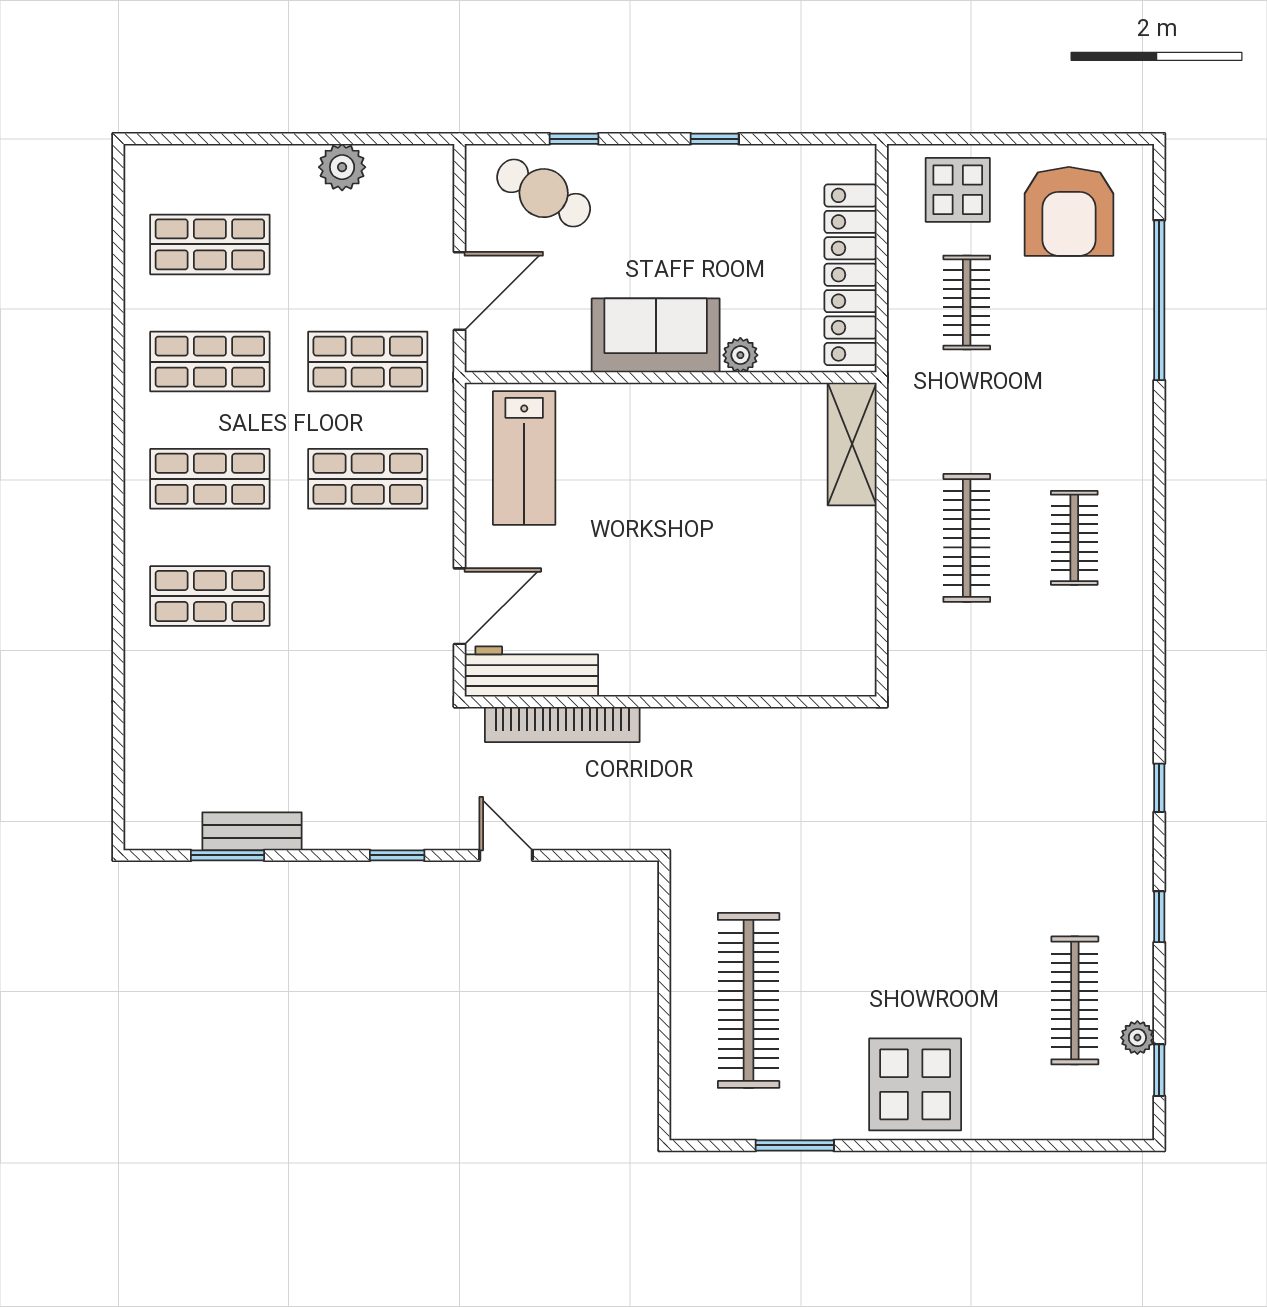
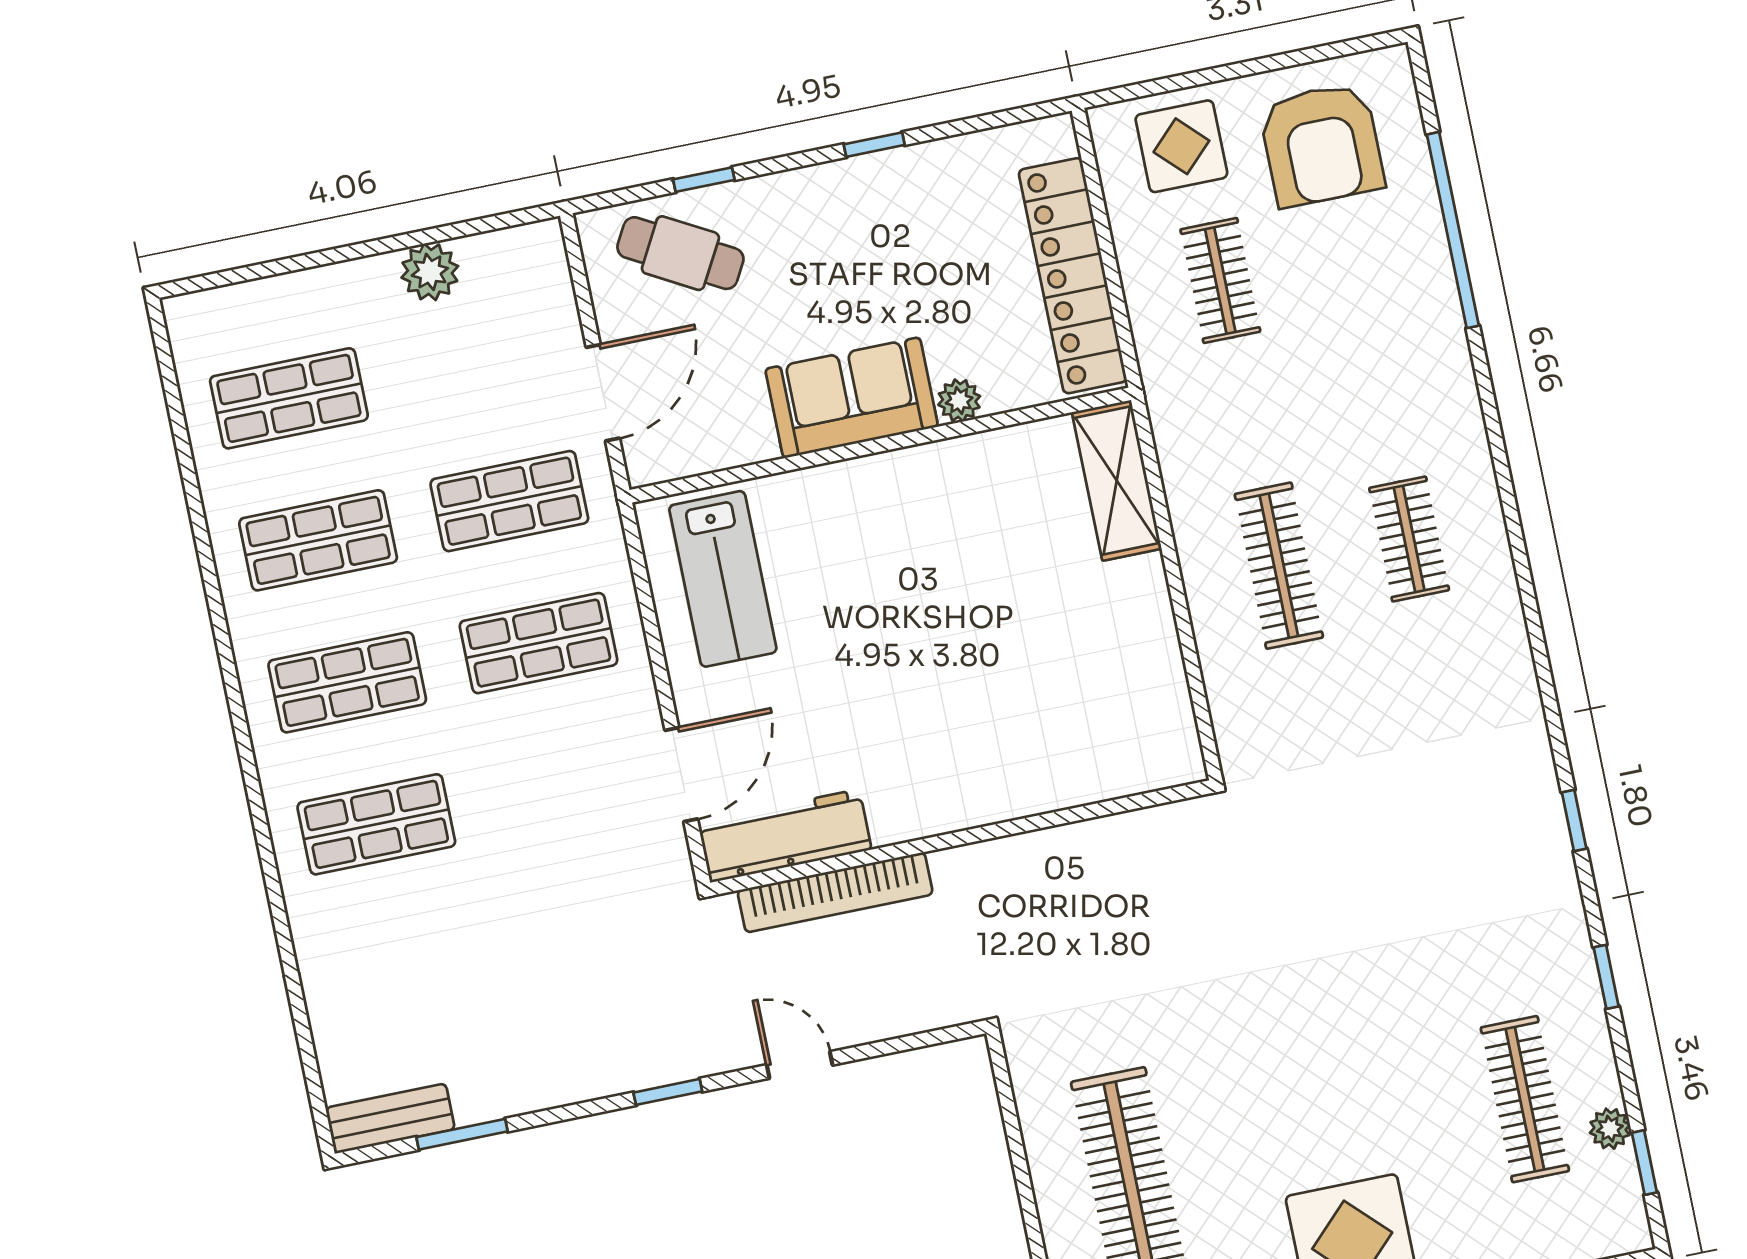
bench: (252, 831) -> (390, 1119), moved

